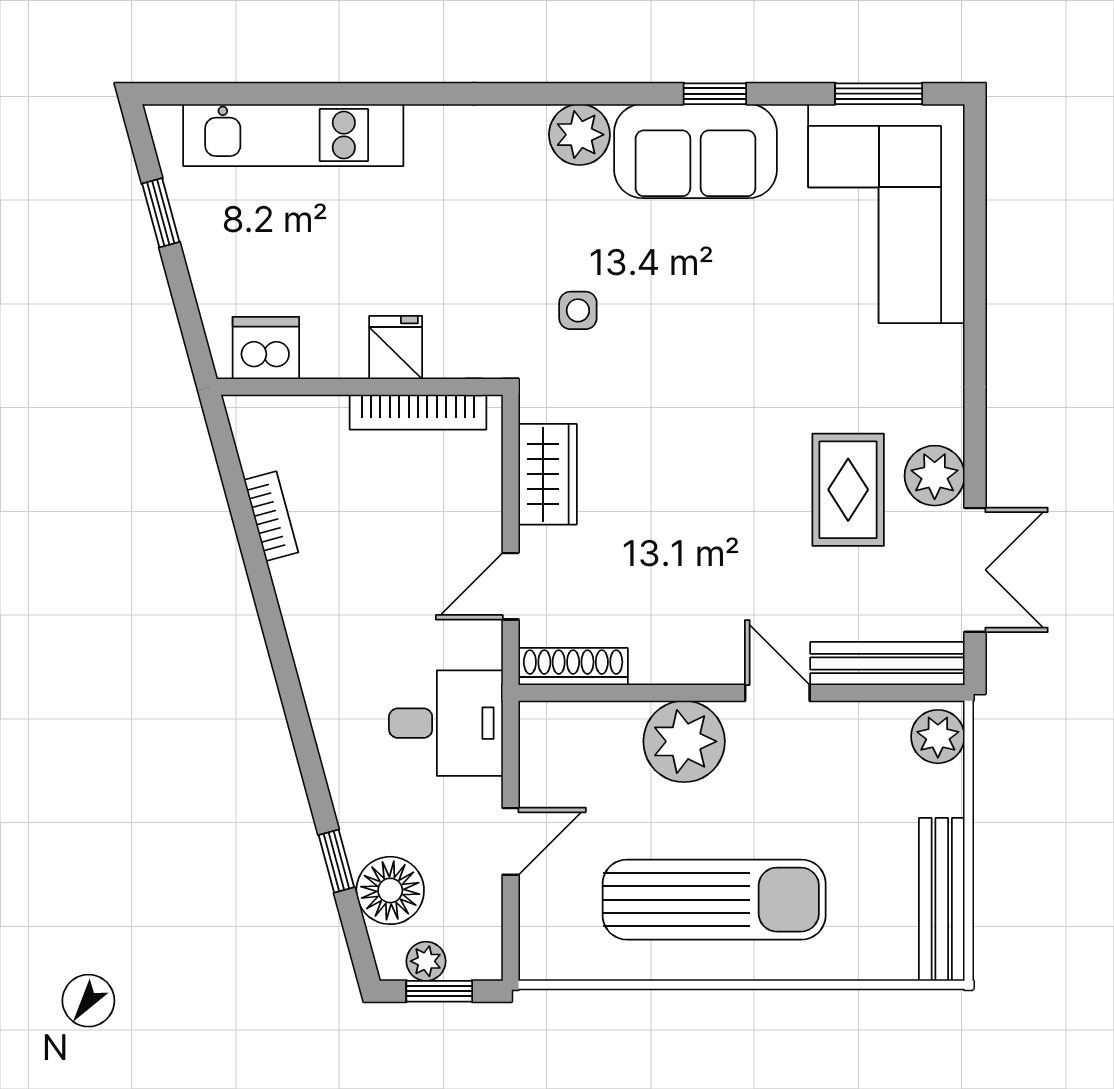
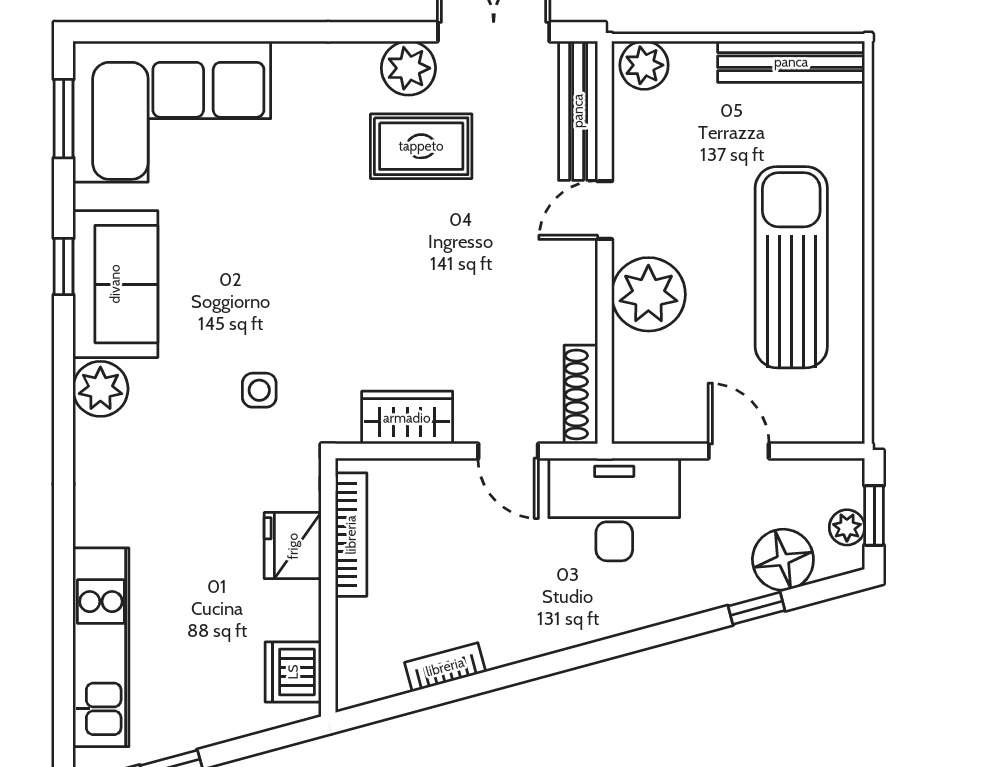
fridge: (396, 347) -> (293, 546), width x1.38
desk: (446, 723) -> (614, 509), width x1.37

